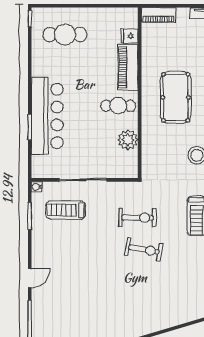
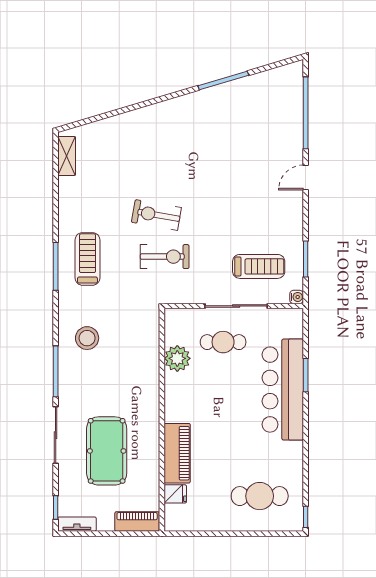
pool table: (176, 97) -> (107, 451), moved
cafe table: (118, 106) -> (223, 342), moved
exercise bike: (138, 218) -> (165, 257), turned 180

